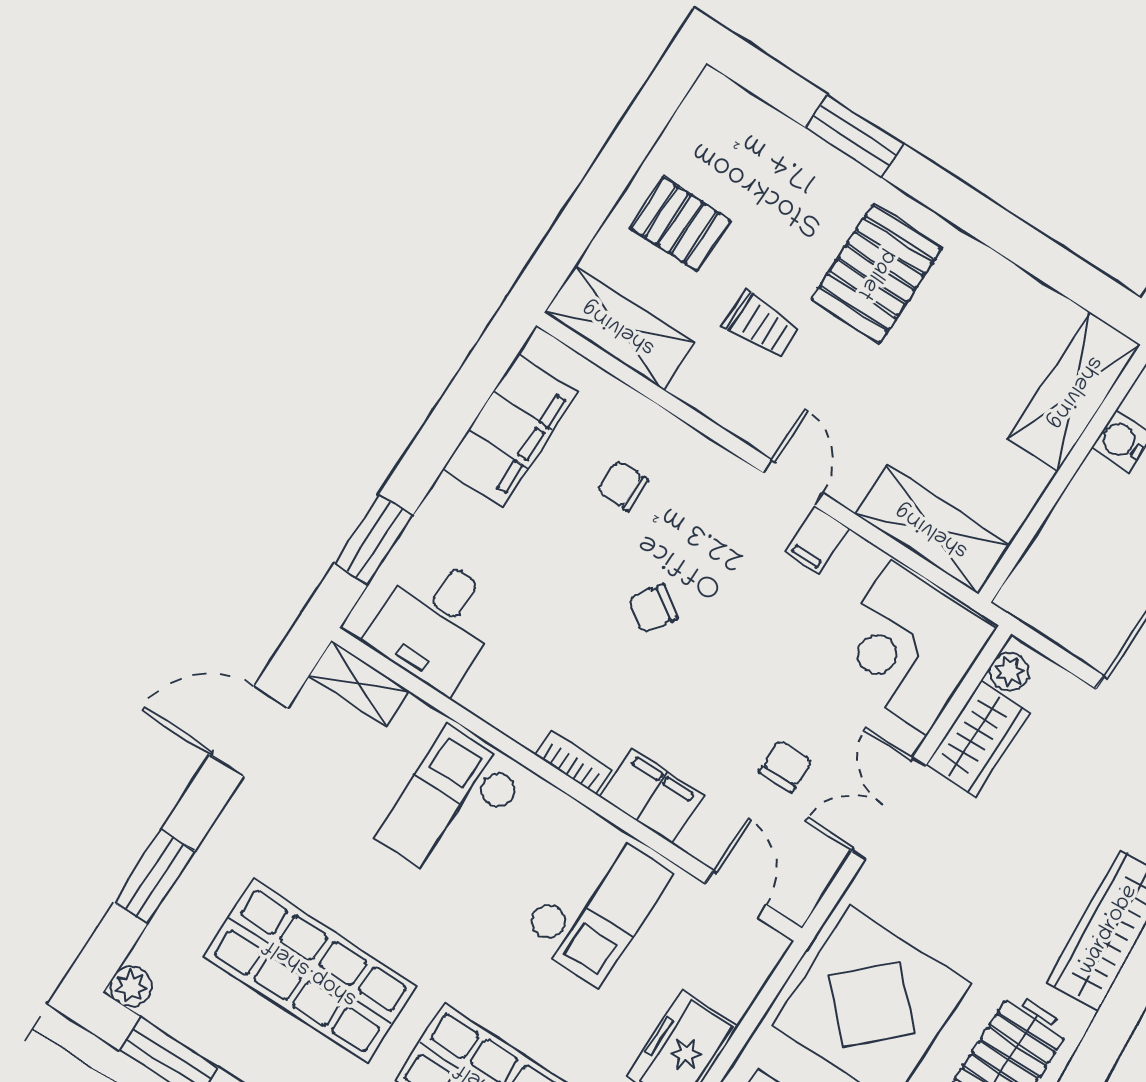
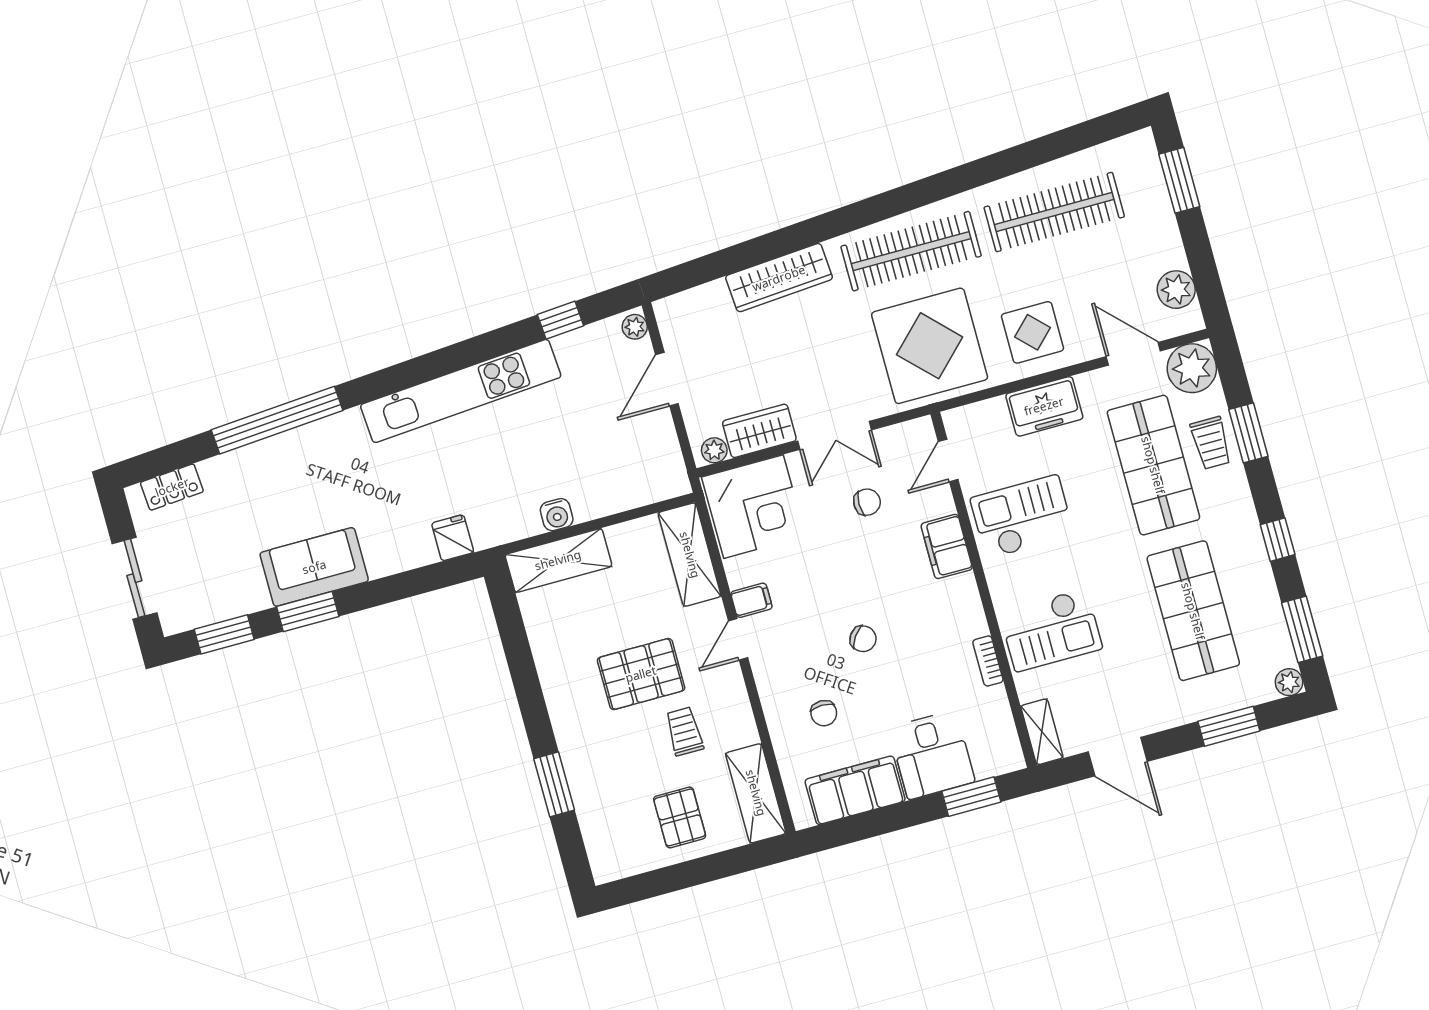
pallet: (876, 274) -> (641, 674), moved
desk: (435, 623) -> (932, 755), moved, turned 90
bookcase: (573, 763) -> (988, 661), moved
chair: (786, 766) -> (867, 502), turned 180

